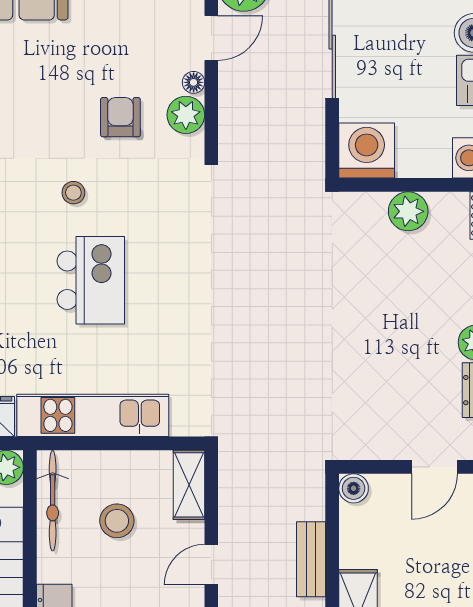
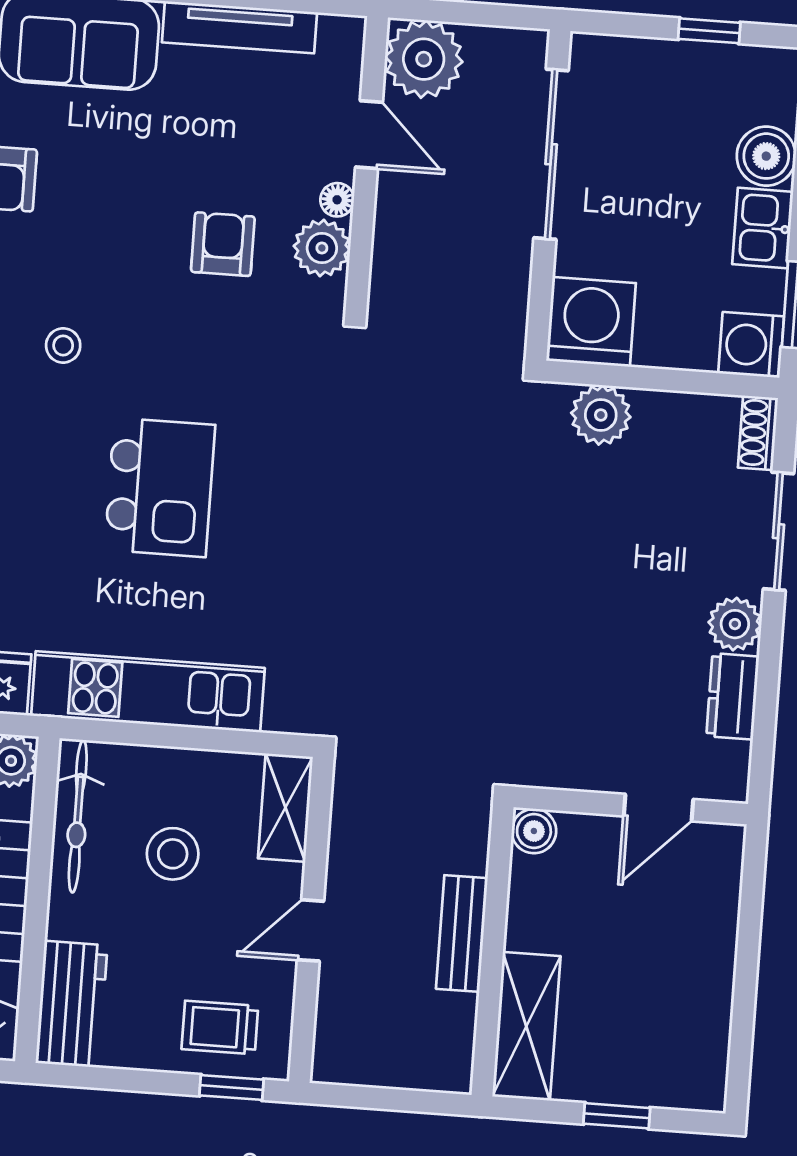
door: (211, 38) -> (369, 135), hinge flipped
stool: (73, 193) -> (63, 345), moved
plant: (408, 211) -> (601, 415), moved

